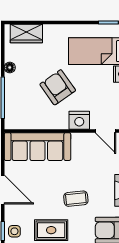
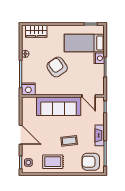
nightstand: (79, 120) -> (28, 89), moved
sofa: (37, 147) -> (59, 106), moved

